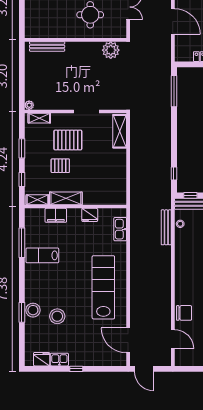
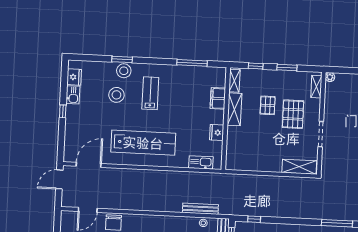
lab bench: (42, 255) -> (150, 93), moved

